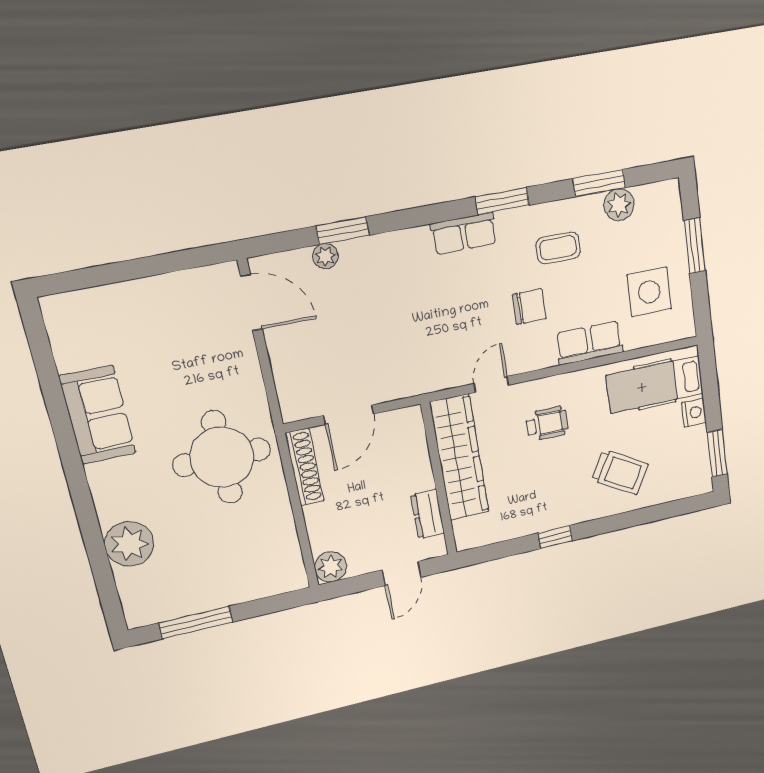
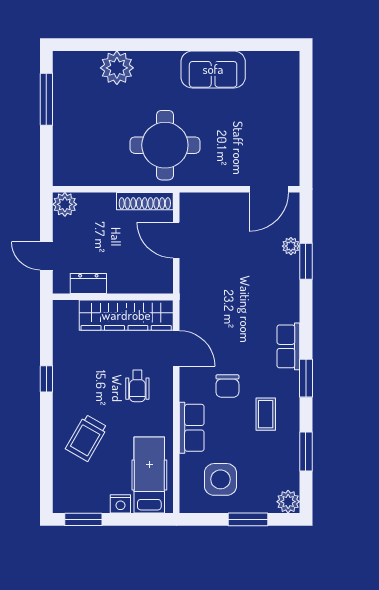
plant: (619, 205) -> (288, 502), moved
door: (491, 384) -> (176, 348), width x1.38

